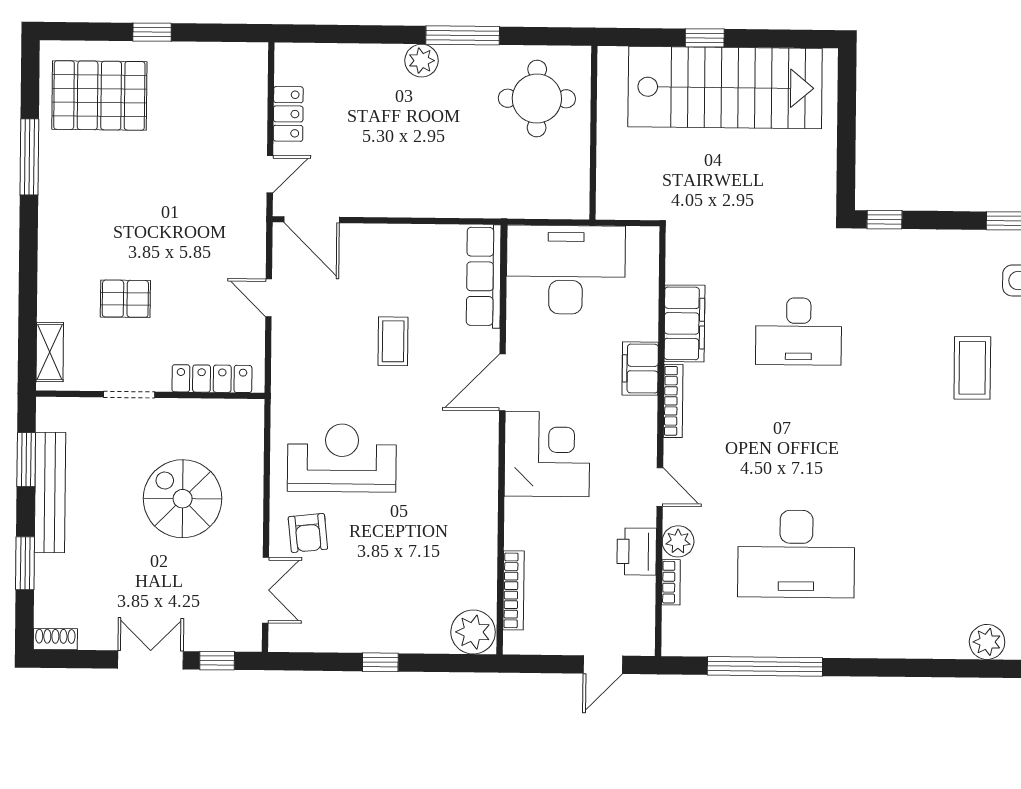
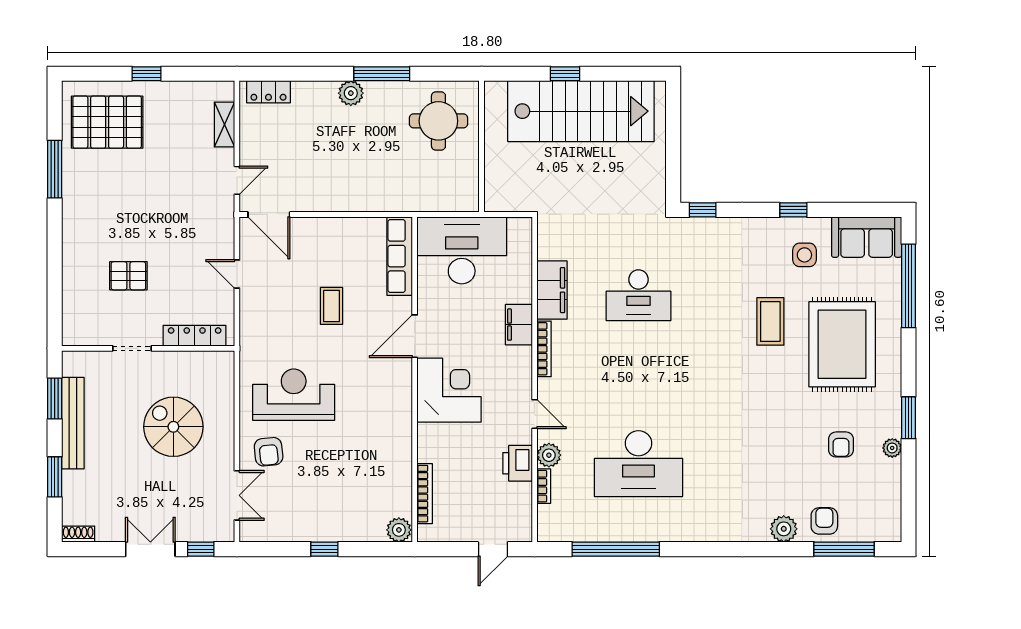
locker: (288, 114) -> (268, 92), moved, turned 90
shelving: (50, 352) -> (224, 124), moved
plant: (473, 632) -> (399, 530), width x0.73, depth x0.73

